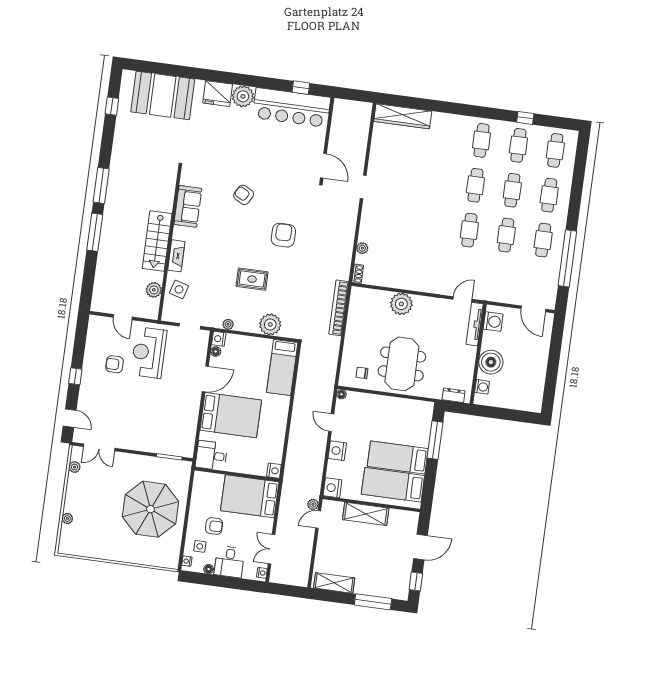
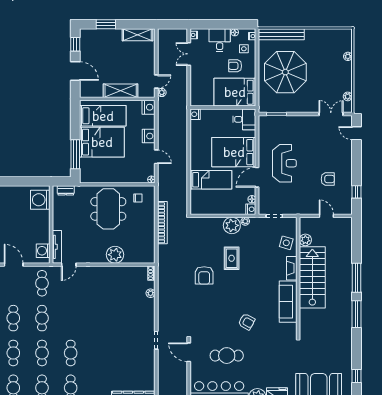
cafe table: (275, 155) -> (227, 356), added
sofa: (188, 206) -> (288, 302), width x1.36
cafe table: (469, 230) -> (42, 283), moved
armchair: (283, 235) -> (204, 275), moved
stairs: (157, 241) -> (312, 277), width x1.36, depth x1.51
rug: (252, 279) -> (232, 258), turned 90
bookcase: (339, 308) -> (162, 223), moved
plant: (270, 324) -> (232, 225), moved
reception desk: (149, 353) -> (284, 163), moved
boiler: (491, 362) -> (41, 220), removed
bed: (282, 368) -> (211, 180), moved, turned 90
window: (75, 376) -> (356, 192), moved
washing machine: (482, 387) -> (40, 200), width x1.89, depth x1.89
bed: (398, 457) -> (102, 142), width x1.50
bed: (250, 496) -> (235, 92), moved, turned 180
door: (421, 547) -> (75, 71), swing flipped
double door: (272, 549) -> (189, 54), swing flipped
bench: (149, 558) -> (281, 34), added
window: (373, 602) -> (106, 24), width x0.69

